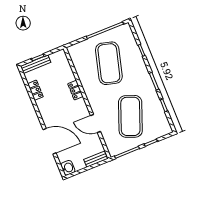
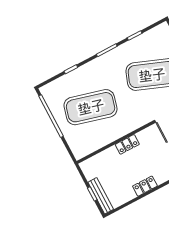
locker: (35, 90) -> (145, 186), moved

